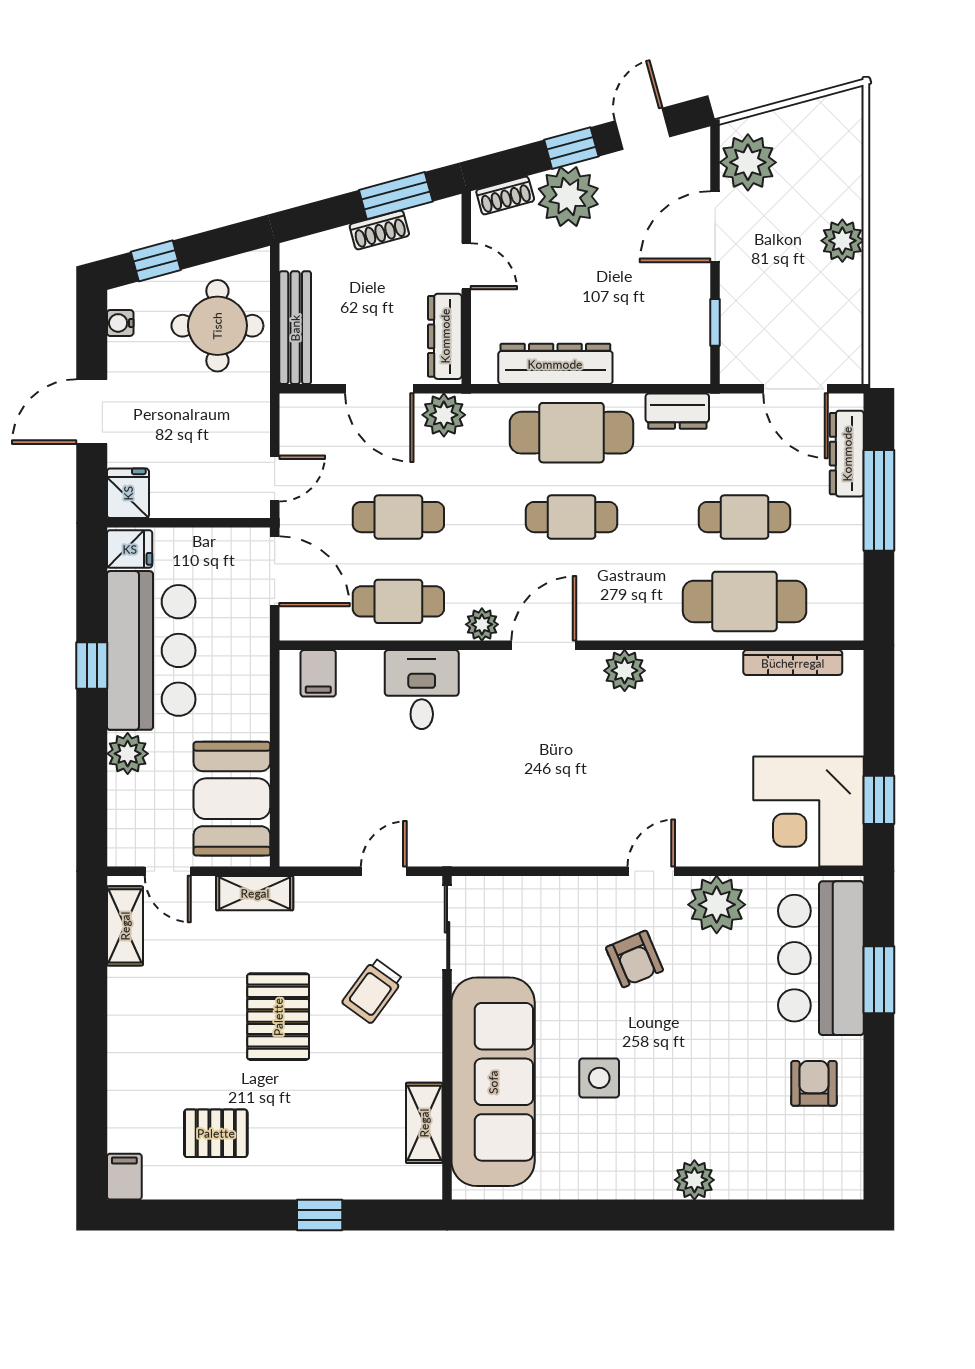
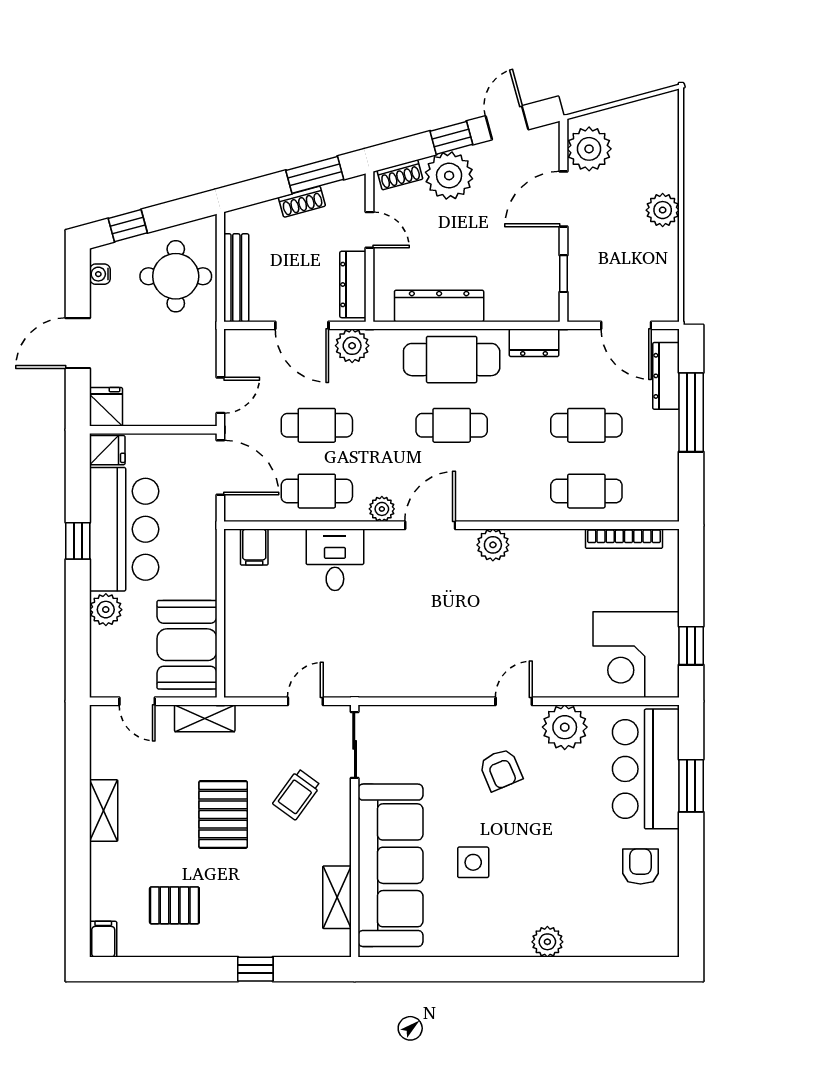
cafe table: (745, 601) -> (586, 491), width x0.73, depth x0.74
shelving: (125, 926) -> (104, 811), moved

